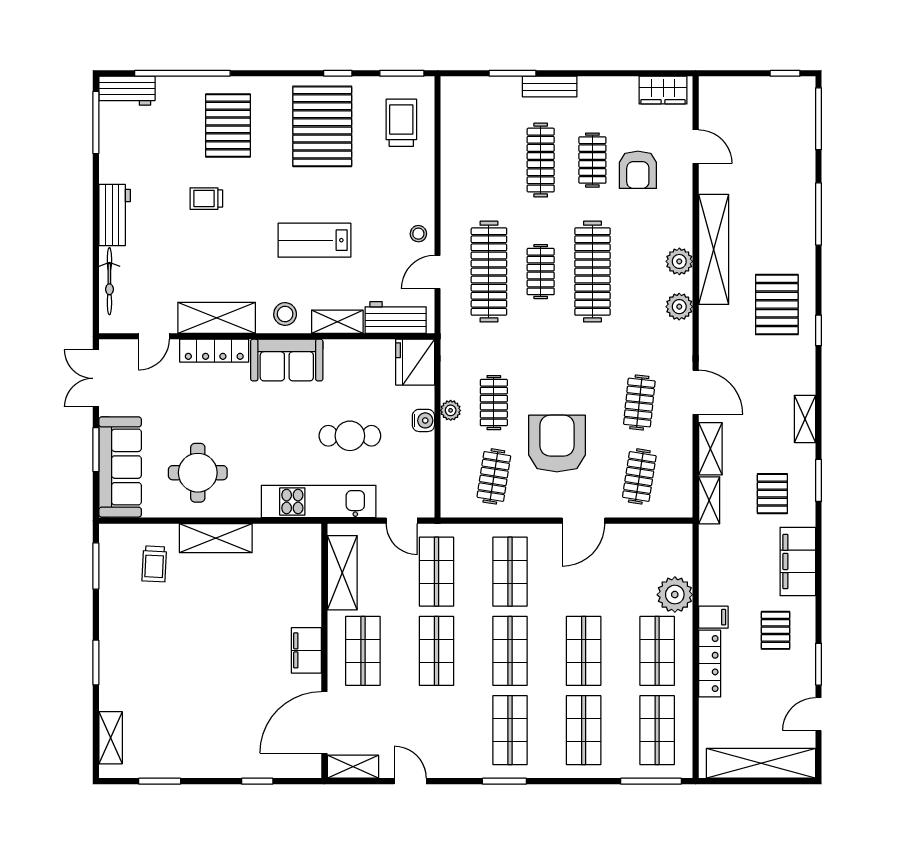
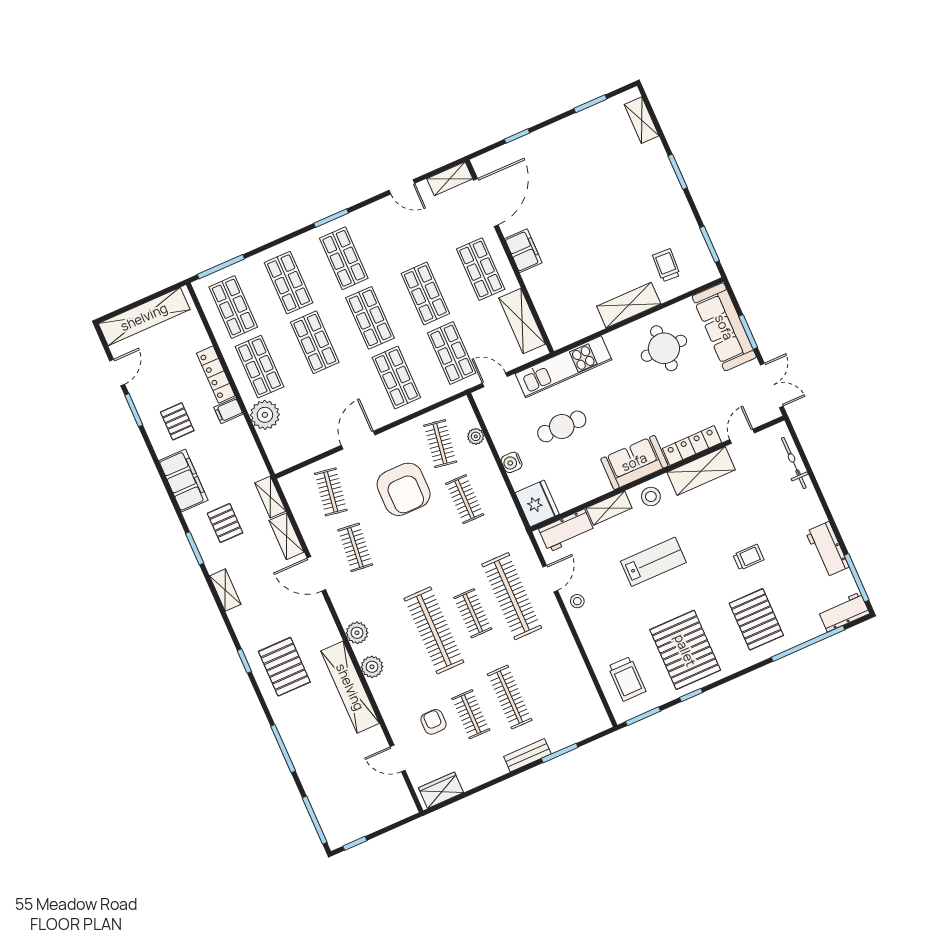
armchair: (638, 170) -> (433, 722), width x0.72, depth x0.72
workbench: (115, 215) -> (827, 549), moved
plant: (451, 410) -> (476, 436), moved

